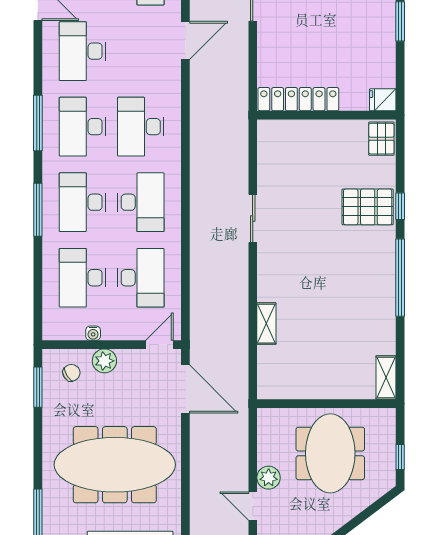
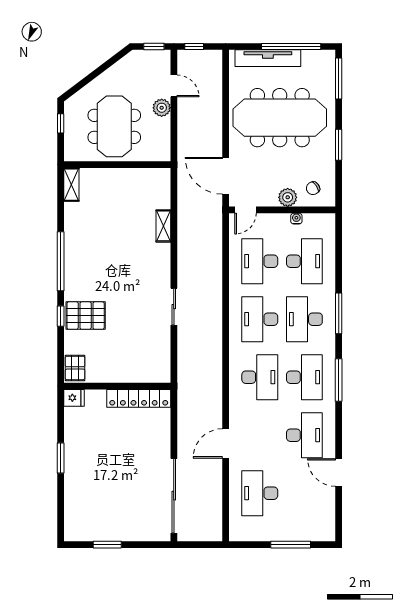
desk: (83, 202) -> (304, 319), turned 180
window: (38, 387) -> (339, 145), moved

